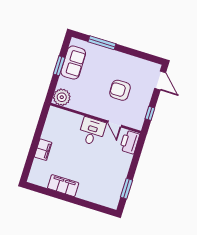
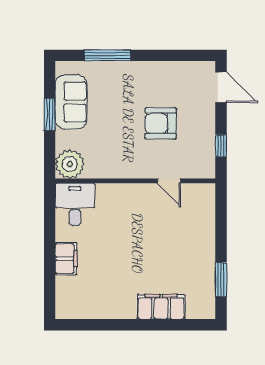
desk: (92, 131) -> (75, 204), moved
printer: (130, 142) -> (203, 202), removed
filing cabinet: (63, 186) -> (161, 307), moved

